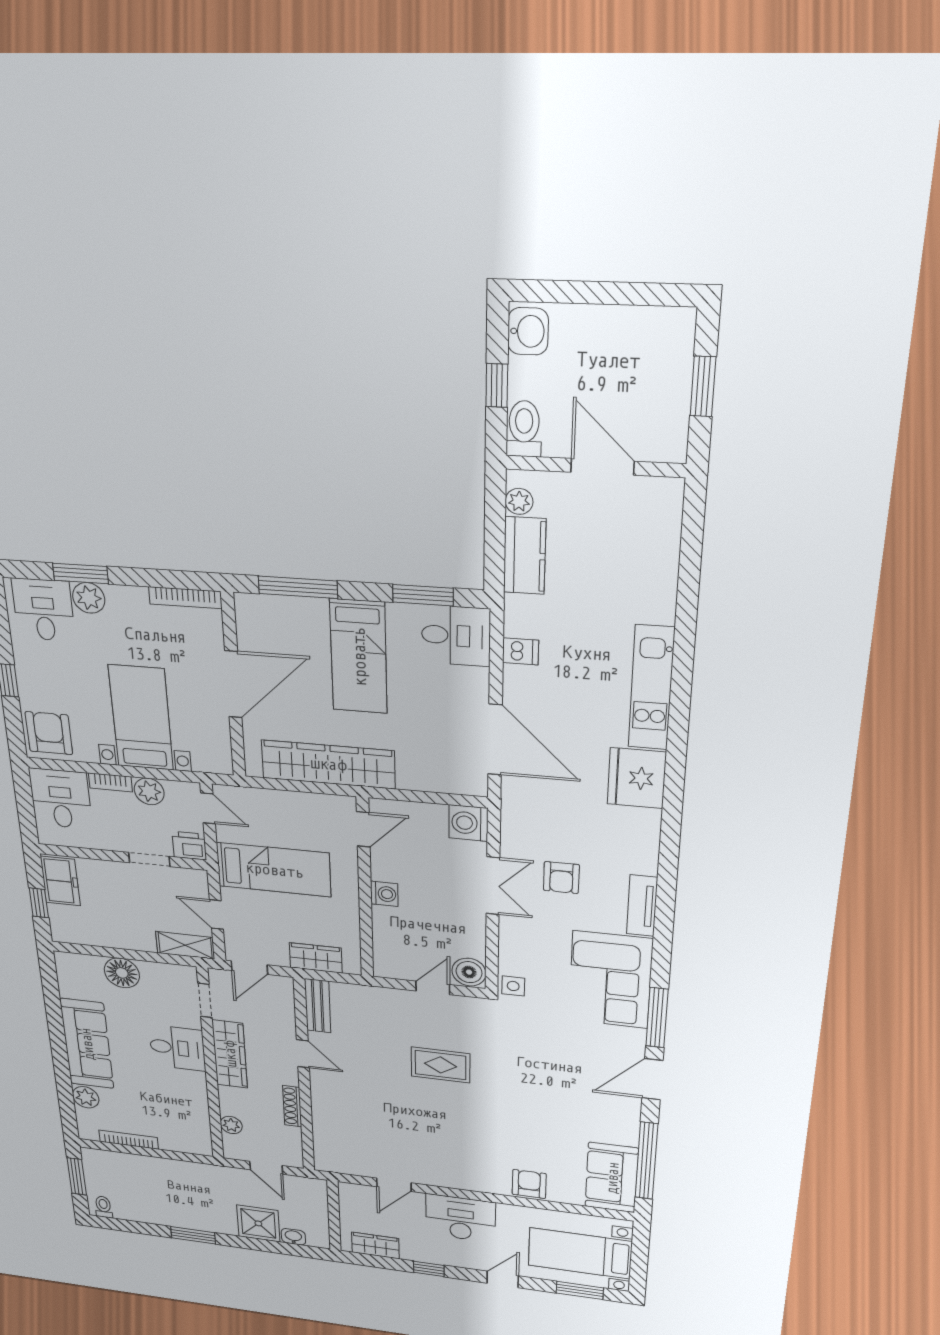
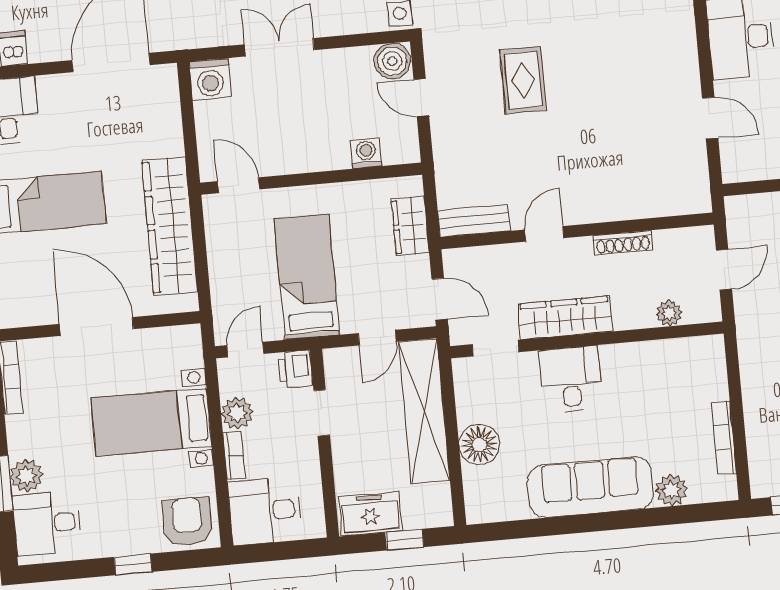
armchair: (49, 733) -> (187, 522), turned 90
washing machine: (384, 894) -> (366, 153), moved
shelving: (185, 945) -> (424, 411), width x2.20, depth x1.33

